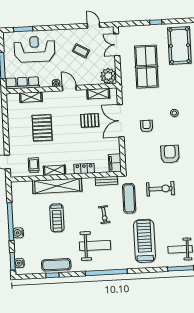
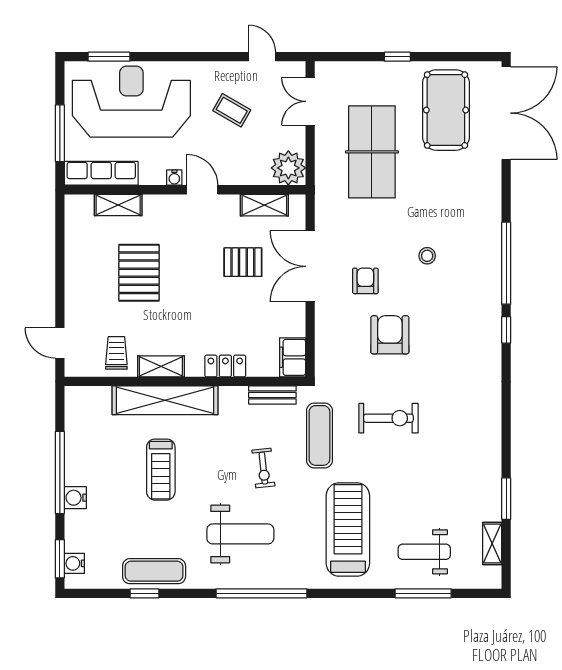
reception desk: (34, 49) -> (131, 102), width x1.36, depth x1.30
armchair: (170, 154) -> (390, 335), moved

